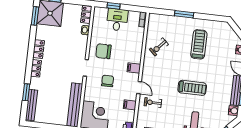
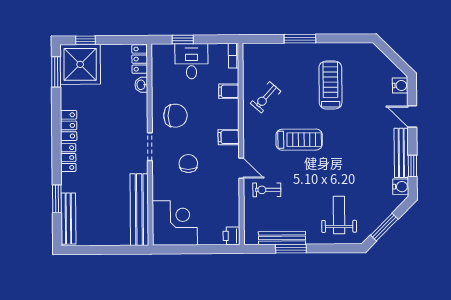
chair: (103, 51) -> (175, 116), turned 180
treadmill: (192, 88) -> (299, 140), moved
filing cabinet: (130, 105) -> (229, 91), moved

